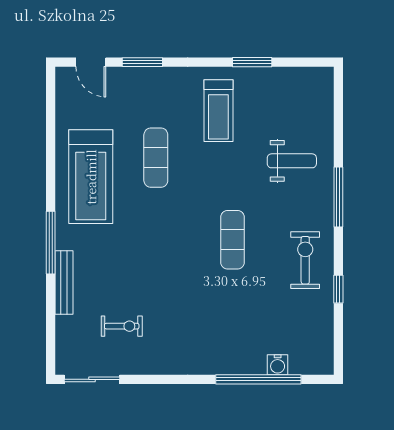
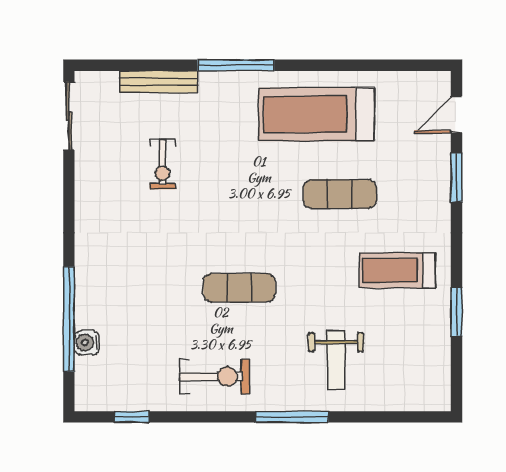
bench: (64, 283) -> (159, 82), moved
window: (338, 289) -> (132, 417), moved
exercise bike: (122, 326) -> (162, 164), moved

